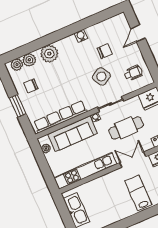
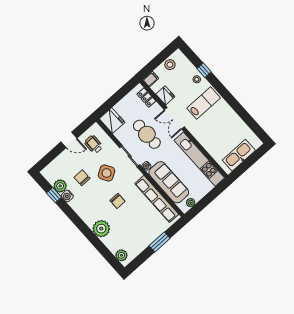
window: (97, 18) -> (54, 195), added
door: (138, 33) -> (69, 140), moved
water cooler: (81, 36) -> (67, 196), moved
plant: (29, 60) -> (60, 186), moved
chair: (31, 86) -> (117, 201), moved
lab bench: (138, 193) -> (204, 103), turned 180

